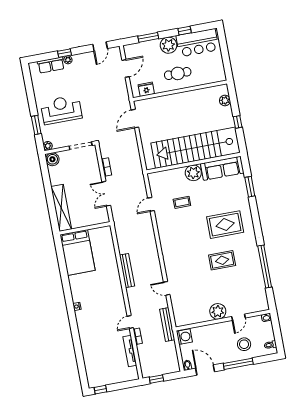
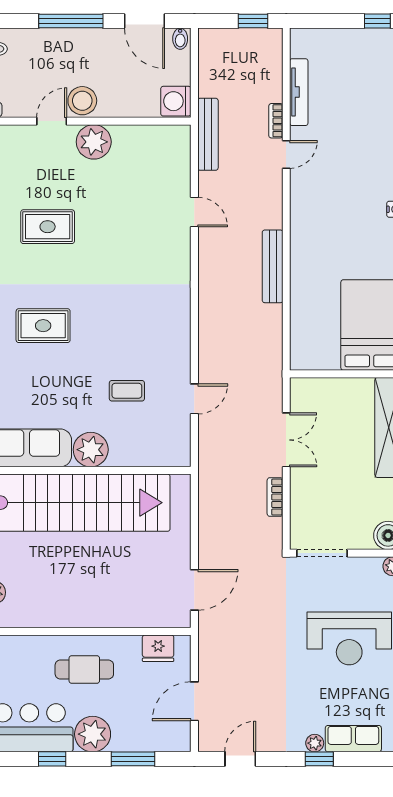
rug: (225, 225) -> (43, 326), width x0.73, depth x0.70
rug: (222, 260) -> (48, 227), moved
stool: (244, 344) -> (82, 101), moved

